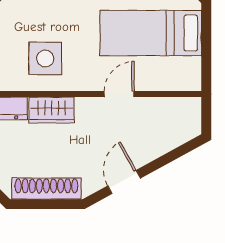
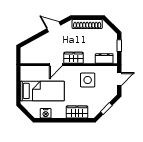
wardrobe: (52, 110) -> (74, 58), moved
door: (124, 182) -> (54, 27), swing flipped

